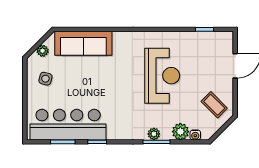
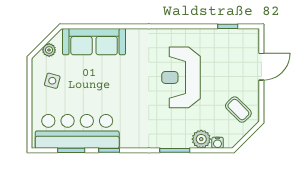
reception desk: (162, 76) -> (181, 77), turned 180
plant: (154, 134) -> (172, 142), removed

